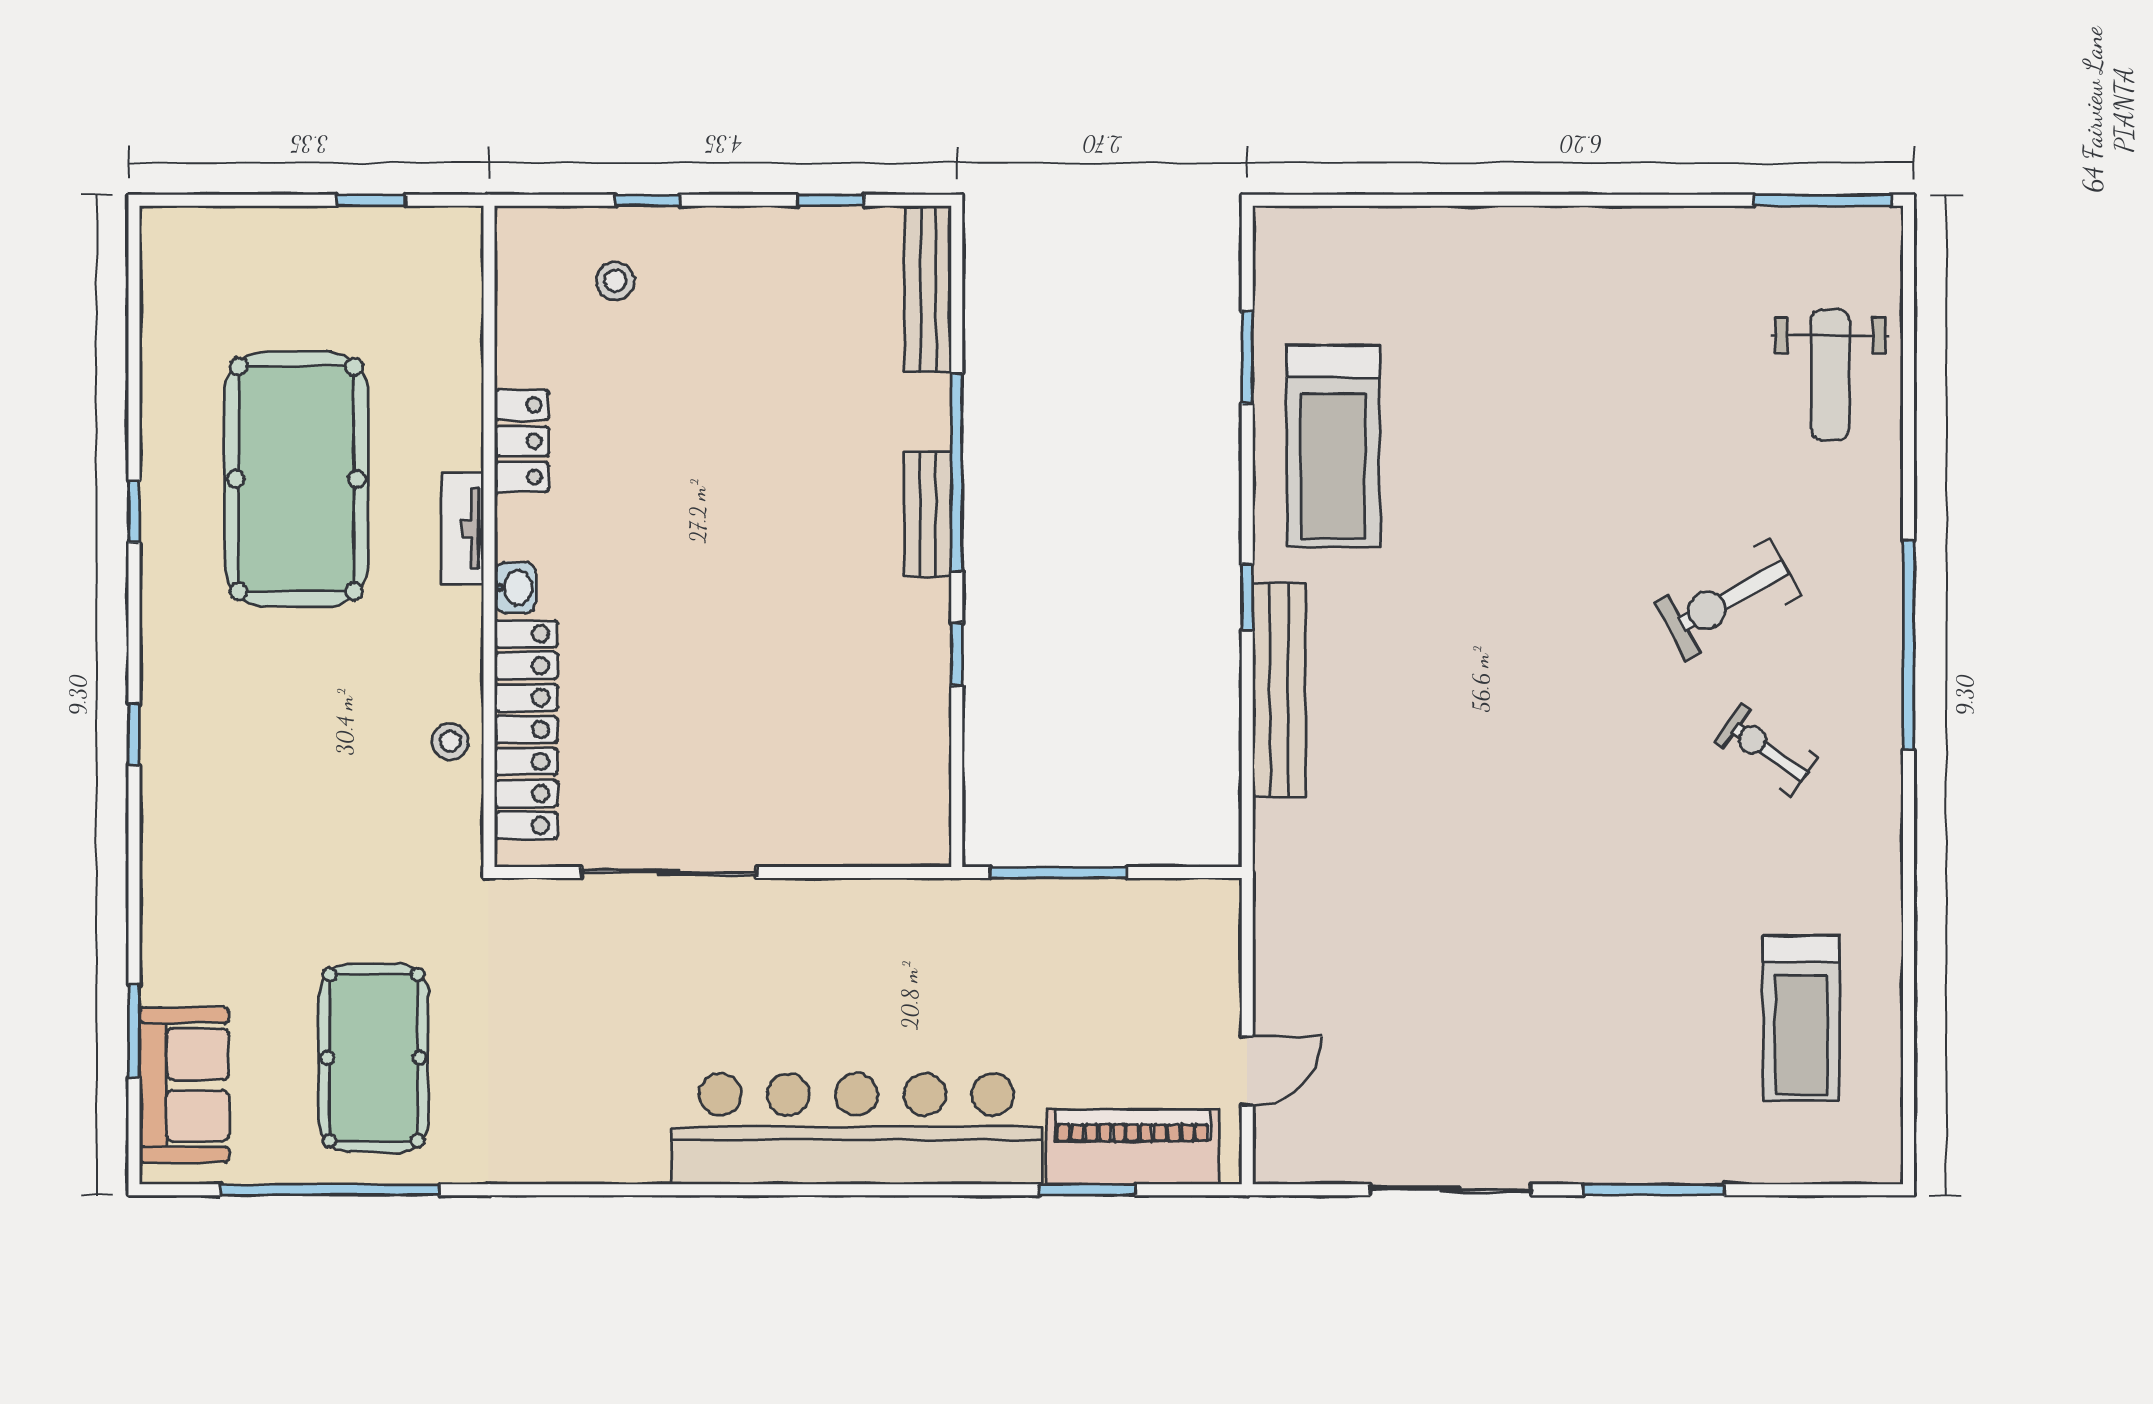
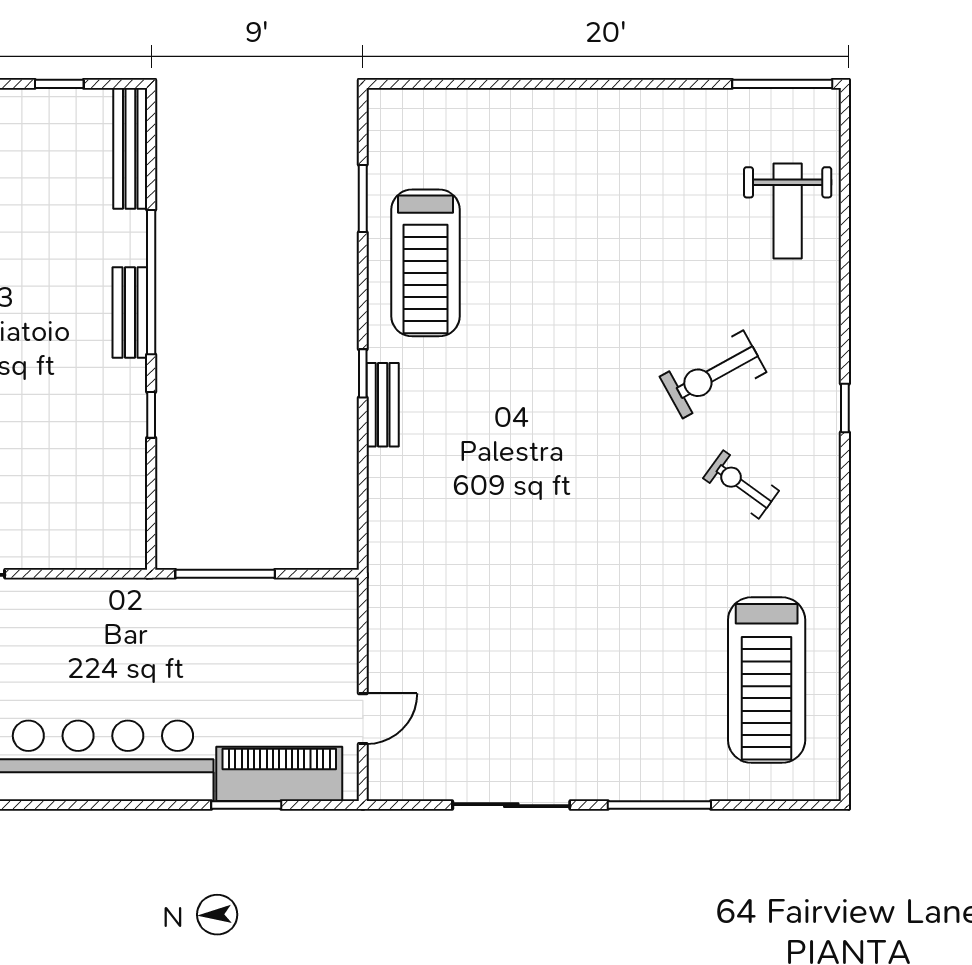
window: (1909, 645) -> (845, 408), width x0.32
bench: (1279, 690) -> (383, 405), width x0.54, depth x0.82
treadmill: (1801, 1018) -> (767, 680), width x1.37, depth x1.38

